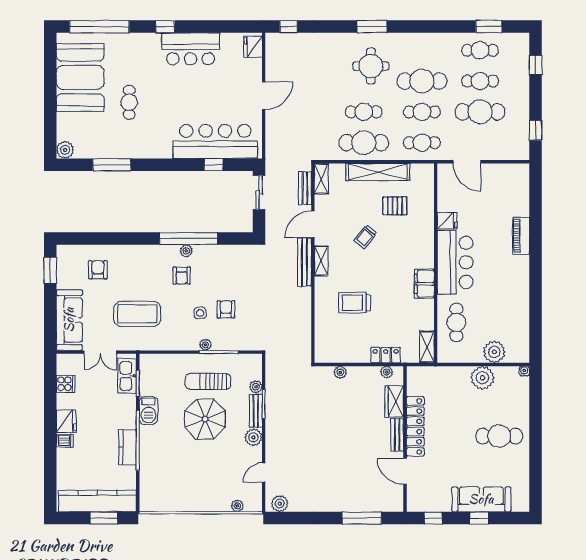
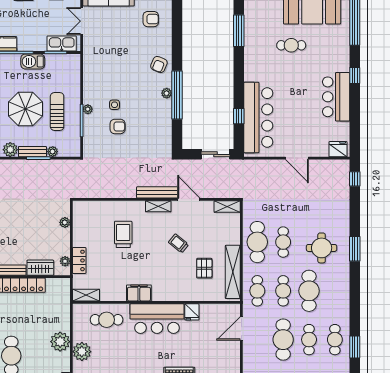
shelving: (378, 172) -> (233, 272), moved
bench: (305, 188) -> (219, 193), removed
armchair: (182, 276) -> (159, 64), moved, turned -67
coffee table: (137, 314) -> (114, 52), removed

